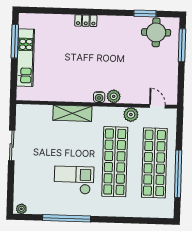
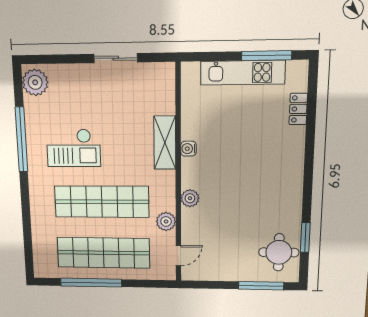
locker: (86, 21) -> (298, 109), moved
water cooler: (99, 97) -> (188, 149), moved
checkout: (74, 180) -> (73, 148), turned 90
plant: (21, 209) -> (35, 82), width x1.88, depth x1.88

